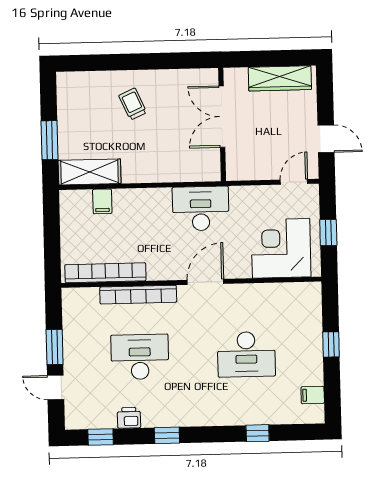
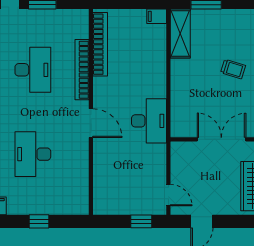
trolley: (133, 104) -> (233, 69), turned 41
filing cabinet: (102, 201) -> (157, 16), moved
window: (328, 233) -> (141, 221), moved
corner desk: (281, 248) -> (116, 184), removed

